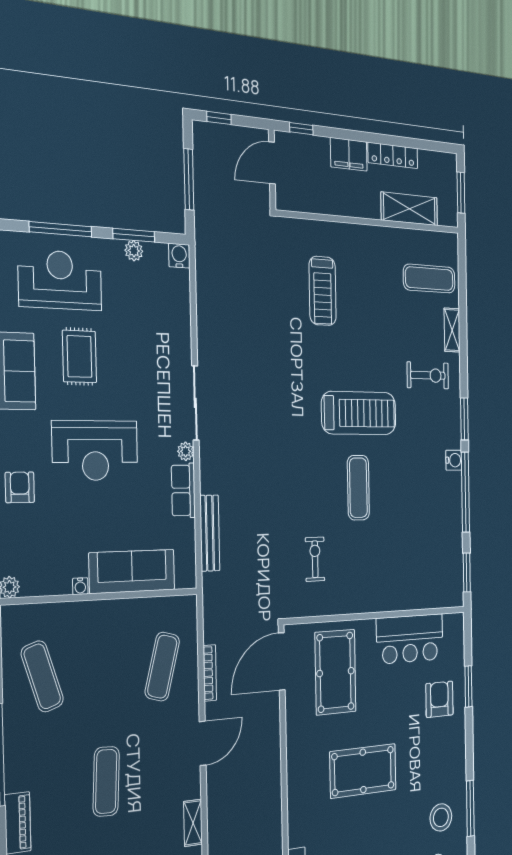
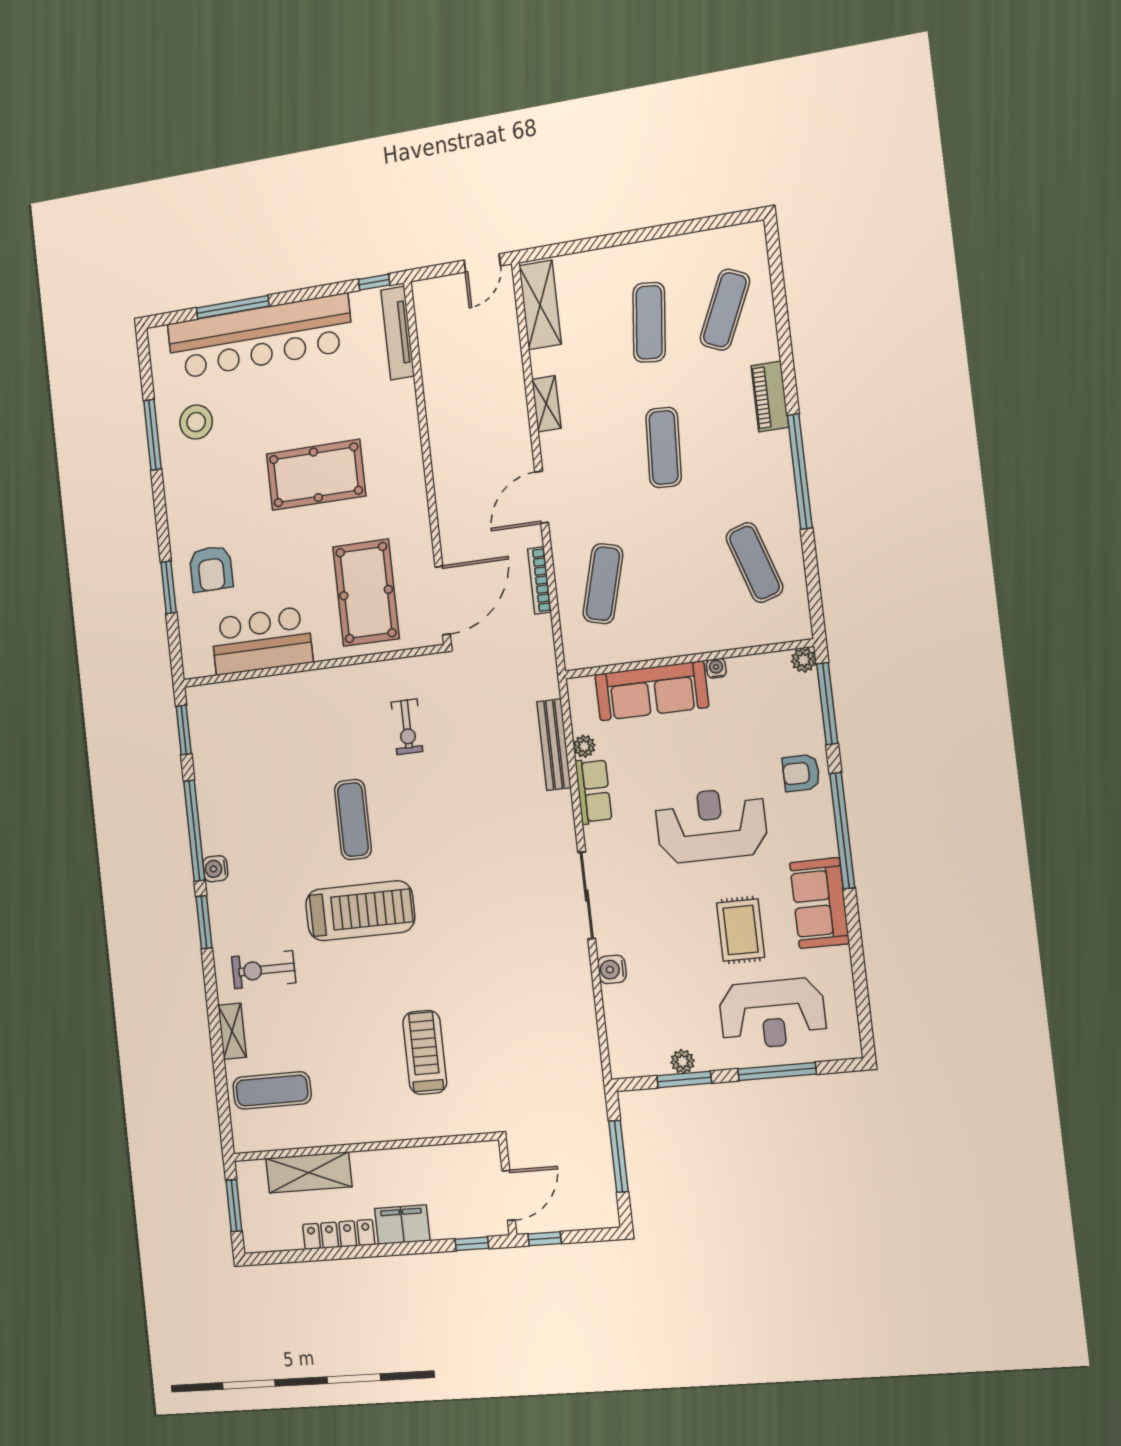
window: (219, 118) -> (545, 1239), moved
water cooler: (179, 256) -> (612, 969), moved, turned 90
treadmill: (359, 413) -> (360, 911), turned 180
plant: (186, 451) -> (584, 746), moved
armchair: (20, 487) -> (801, 773), turned 90

